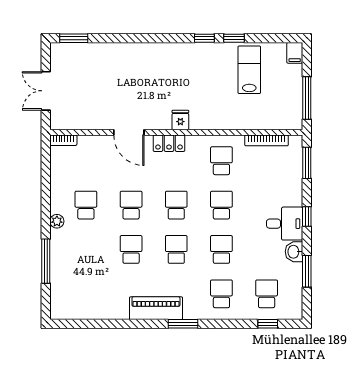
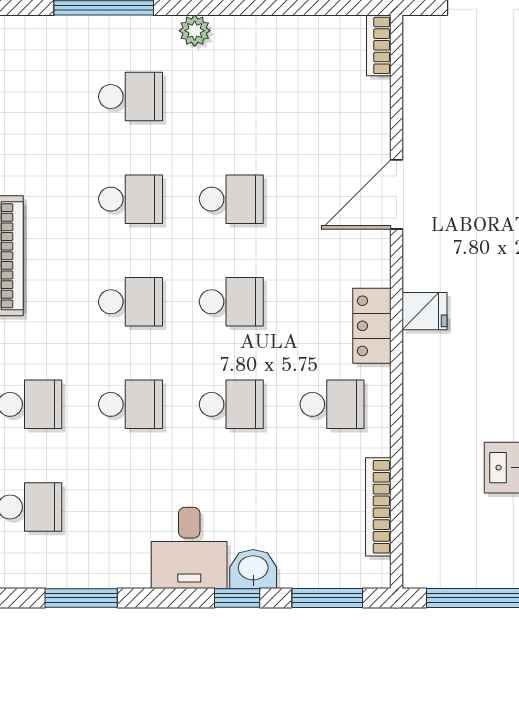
locker: (169, 143) -> (372, 326), moved
school desk: (86, 205) -> (131, 97), moved
window: (307, 217) -> (237, 598), moved
washbasin: (294, 252) -> (253, 569), moved

